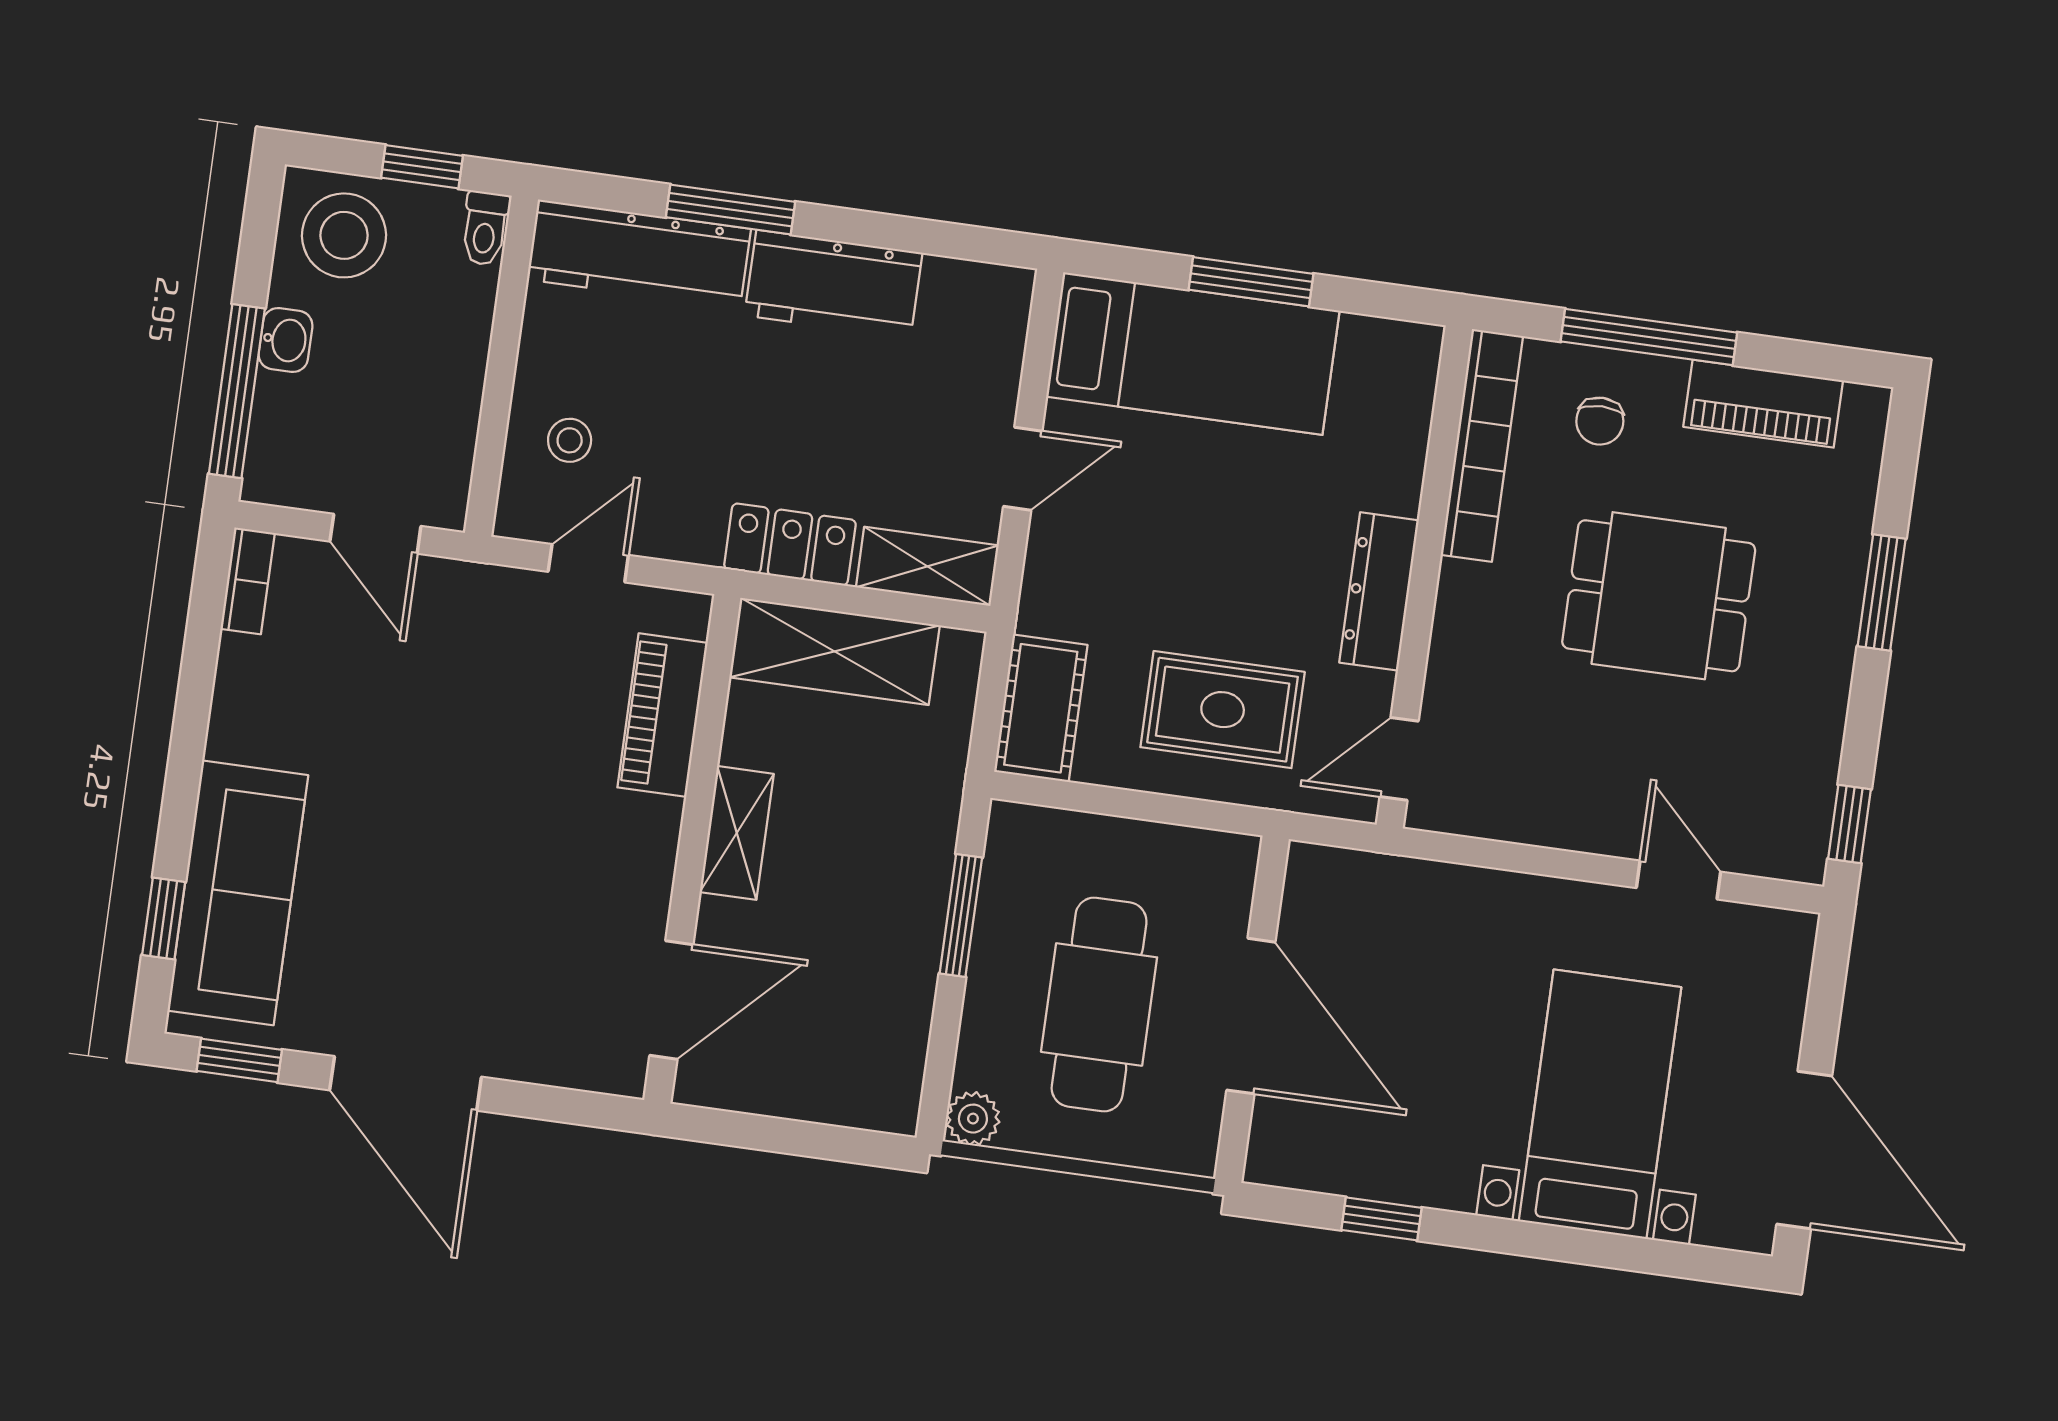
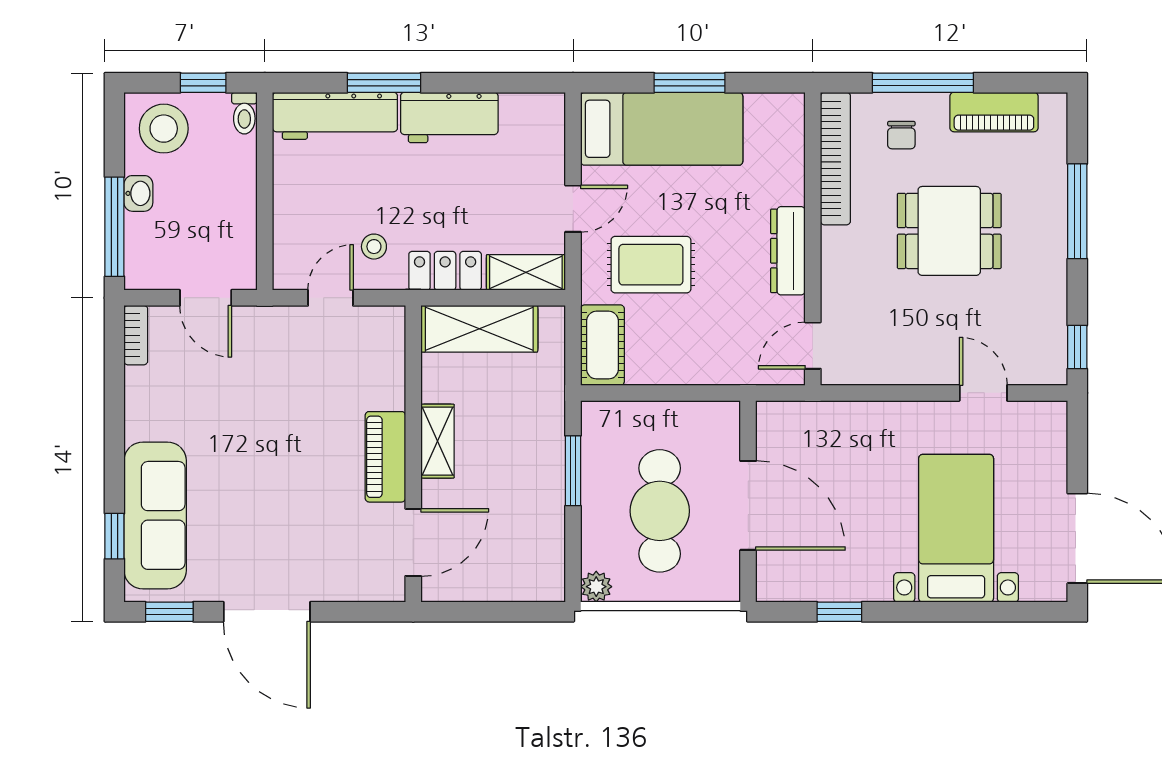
stool: (570, 440) -> (374, 247), moved
window: (1882, 593) -> (1077, 211), width x1.44
rug: (1223, 710) -> (651, 265), moved
piano: (663, 715) -> (385, 457), moved

